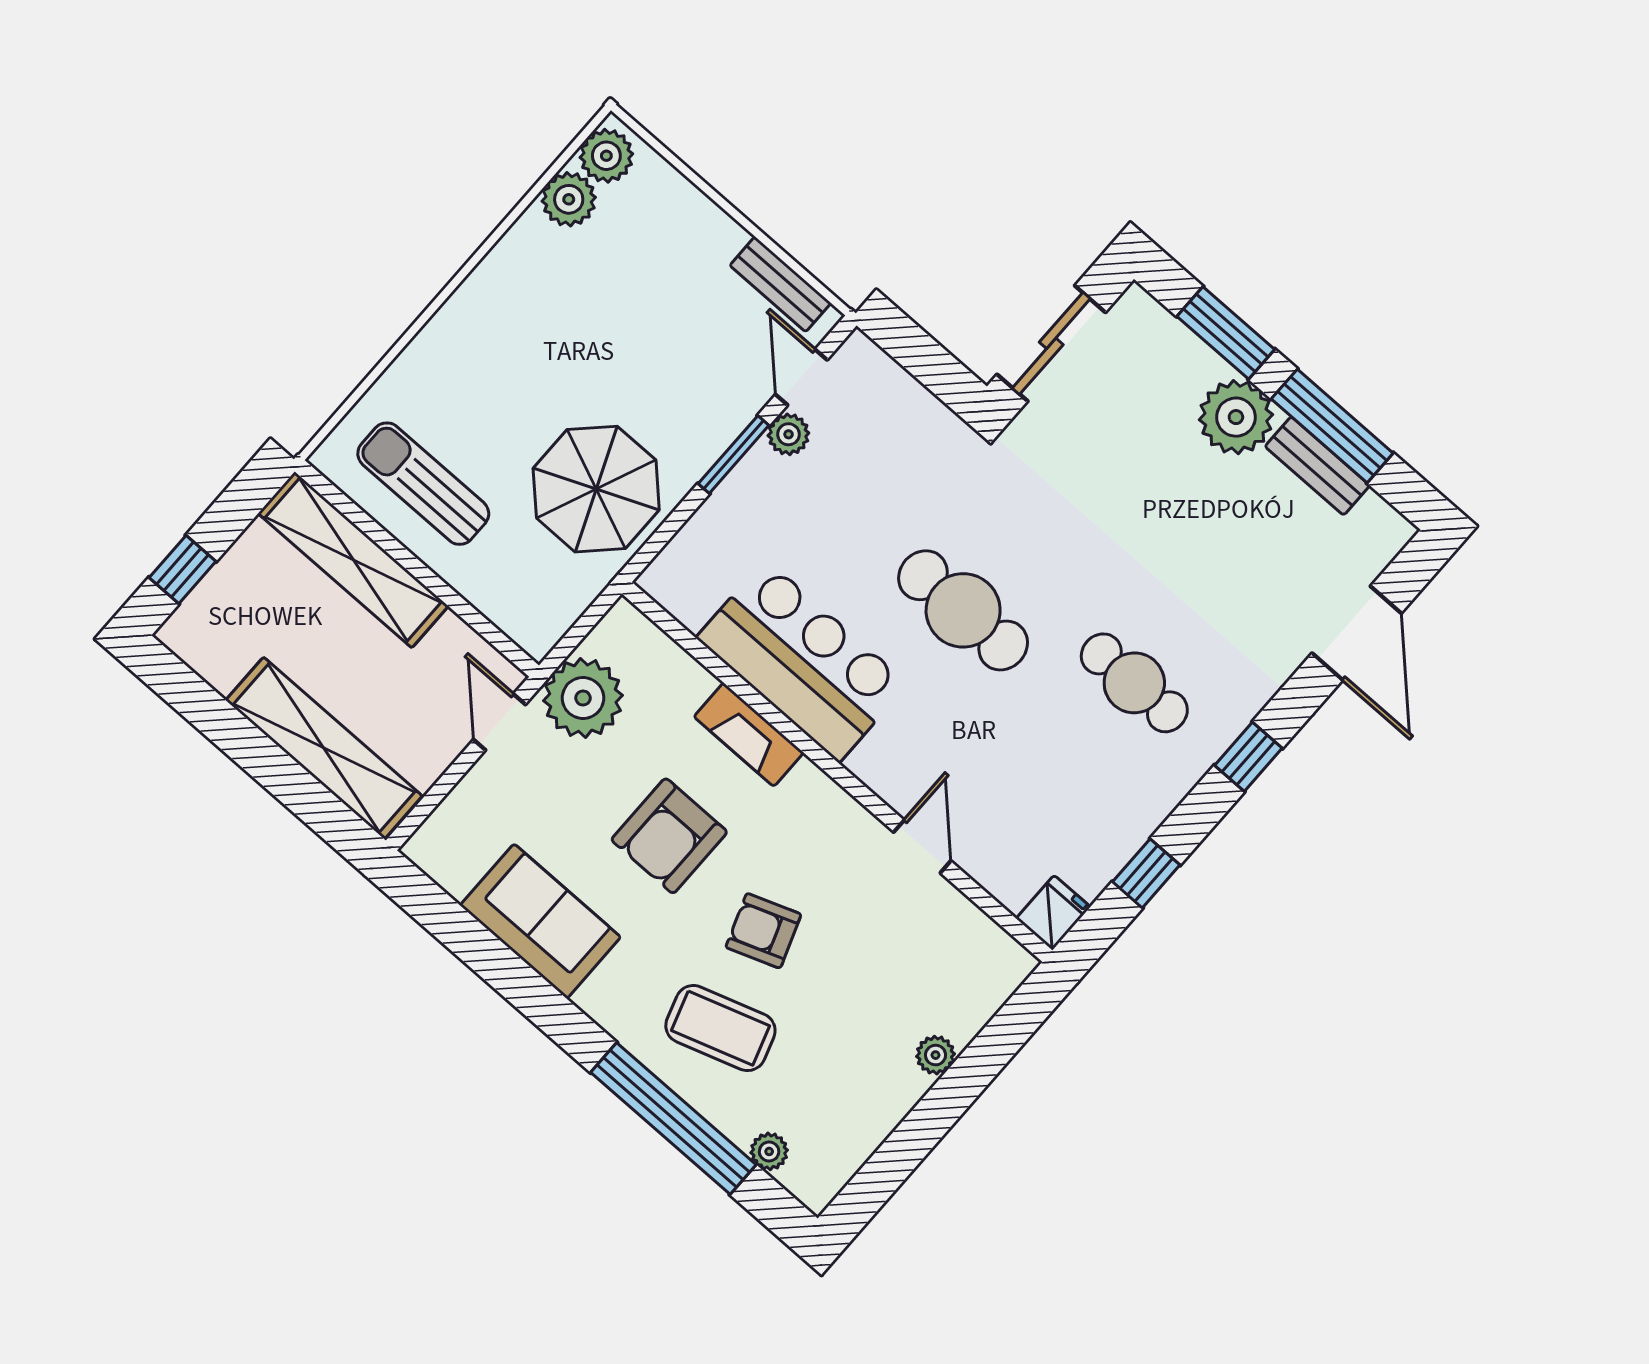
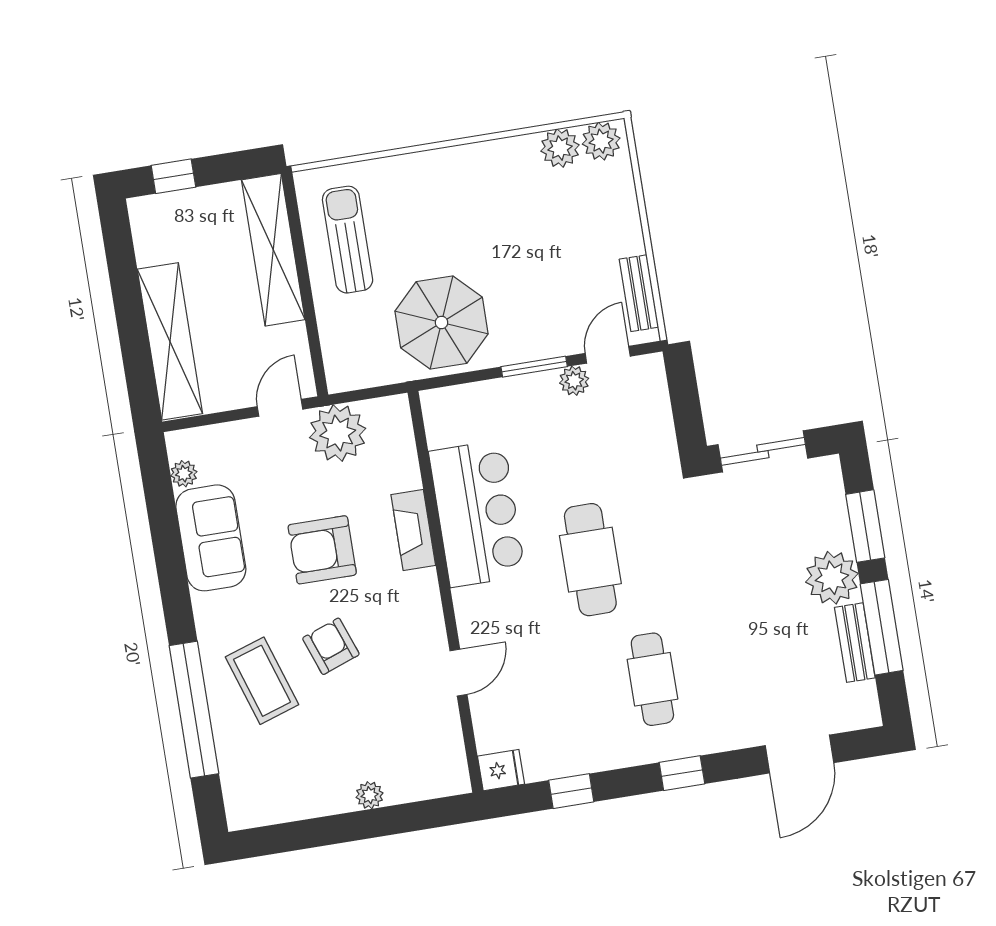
plant: (769, 1151) -> (184, 474), moved

